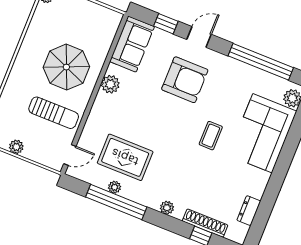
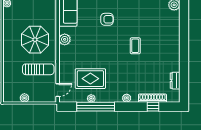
armchair: (185, 80) -> (107, 19), width x0.53, depth x0.53
corner sofa: (262, 133) -> (165, 32), removed

